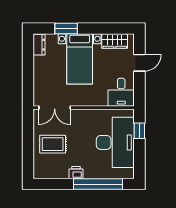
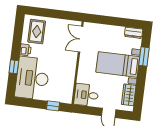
desk: (115, 142) -> (32, 78), moved, turned 90
rug: (53, 144) -> (37, 32), moved
window: (98, 184) -> (14, 67), width x0.32

